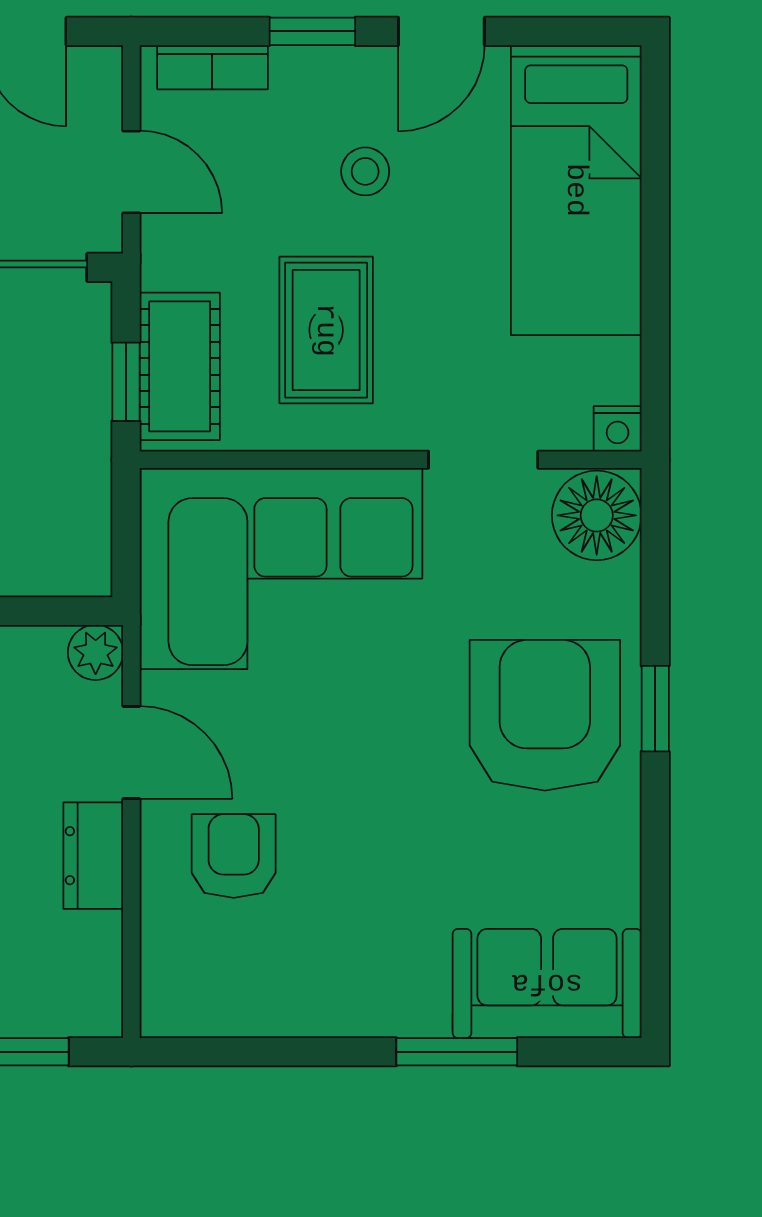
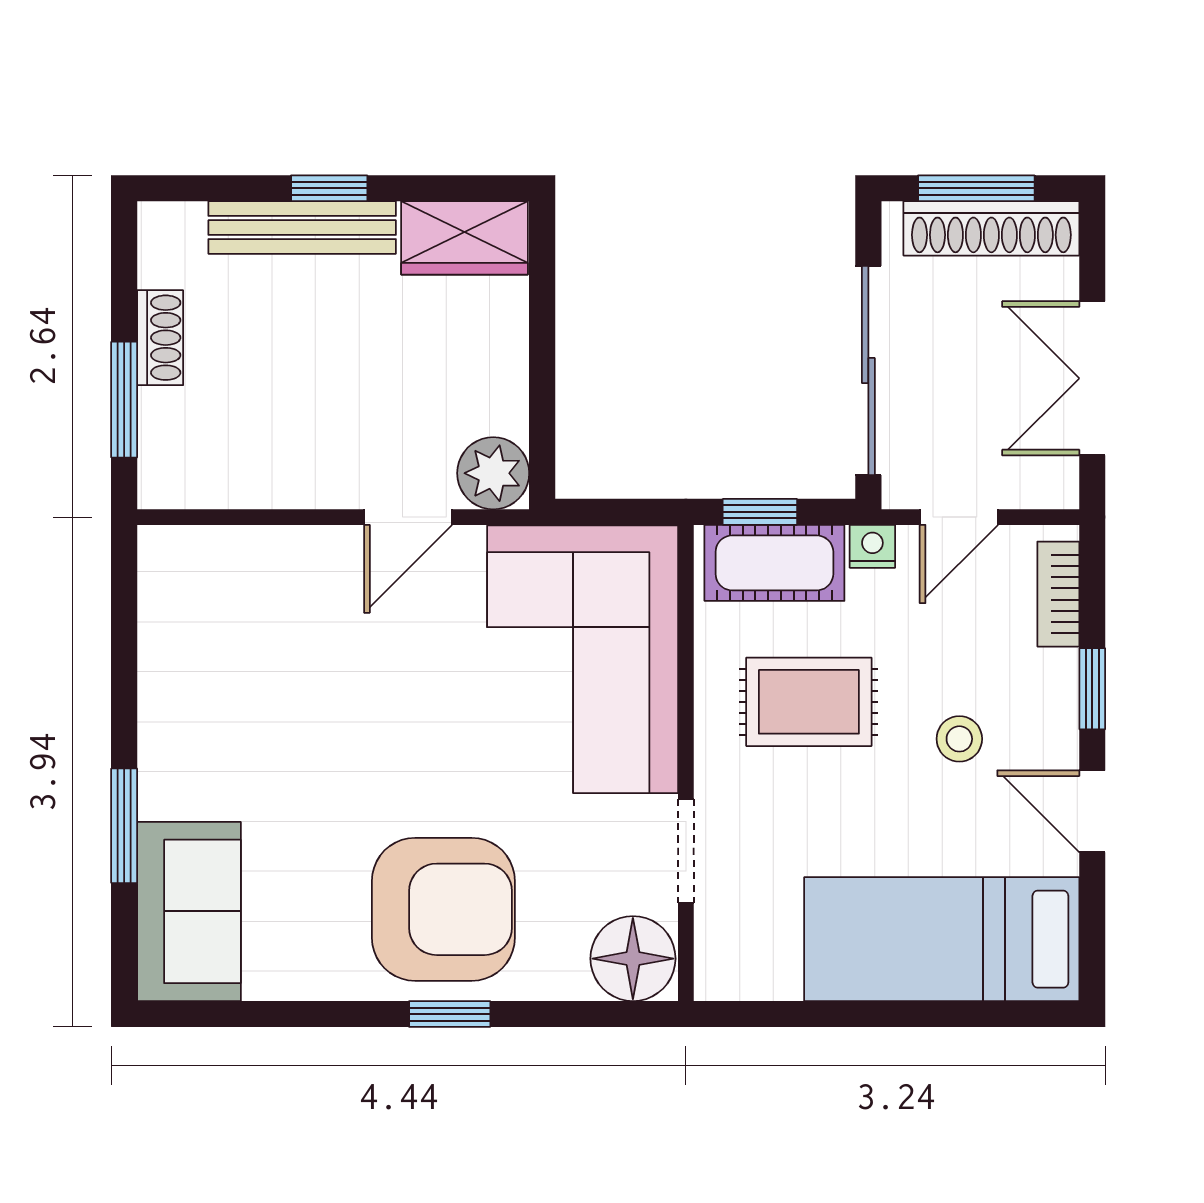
nightstand: (618, 429) -> (872, 546), moved, turned 90
plant: (96, 652) -> (493, 473), width x1.38, depth x1.38
dresser: (93, 856) -> (310, 481), removed
armchair: (234, 856) -> (310, 614), removed

